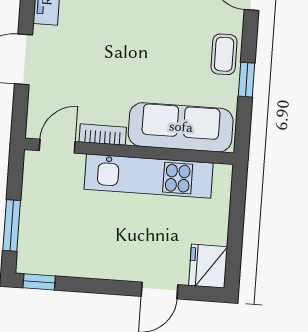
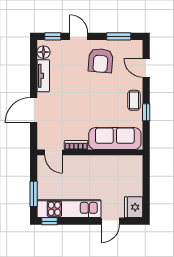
door: (57, 146) -> (54, 152), swing flipped
kitchen unit: (149, 176) -> (69, 209), moved, turned 180

